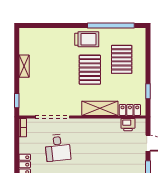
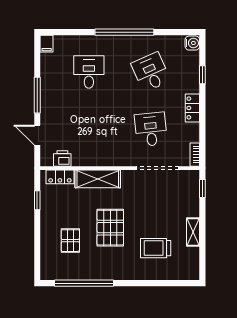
trolley: (87, 39) -> (156, 248), moved
pallet: (122, 59) -> (70, 241), width x0.67, depth x0.71

